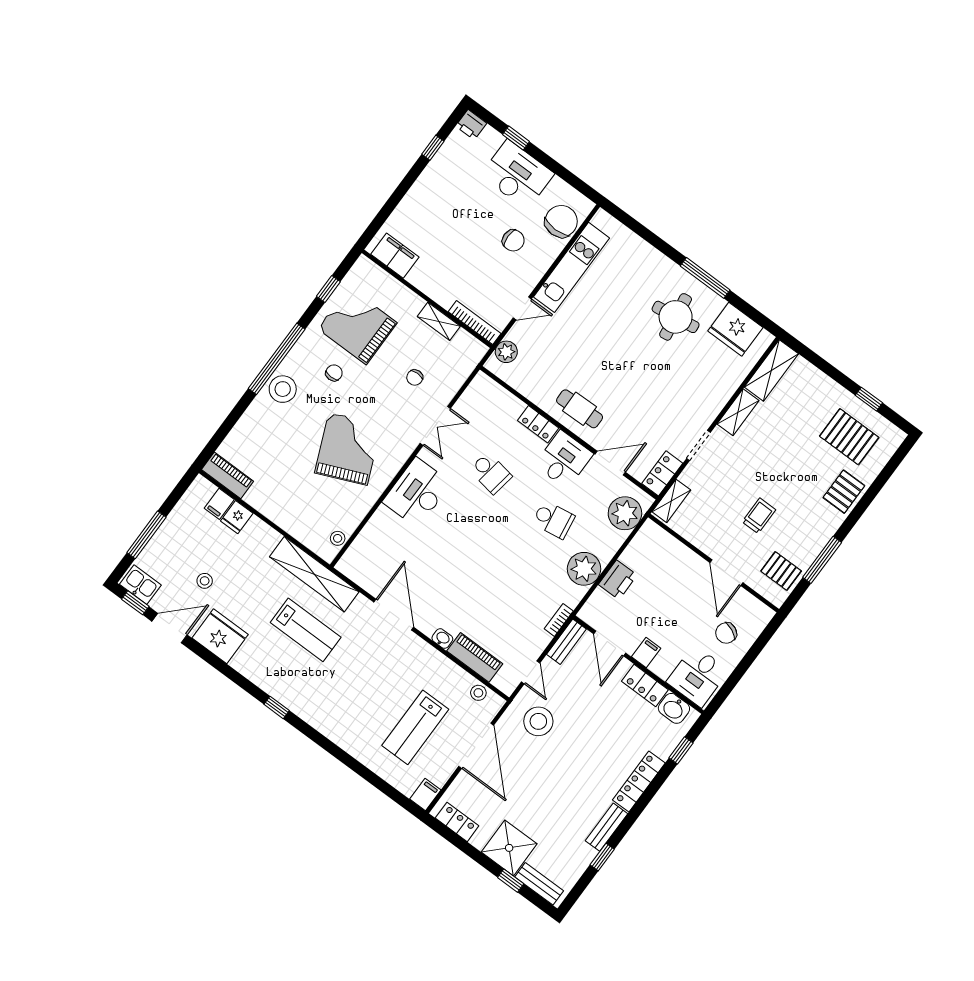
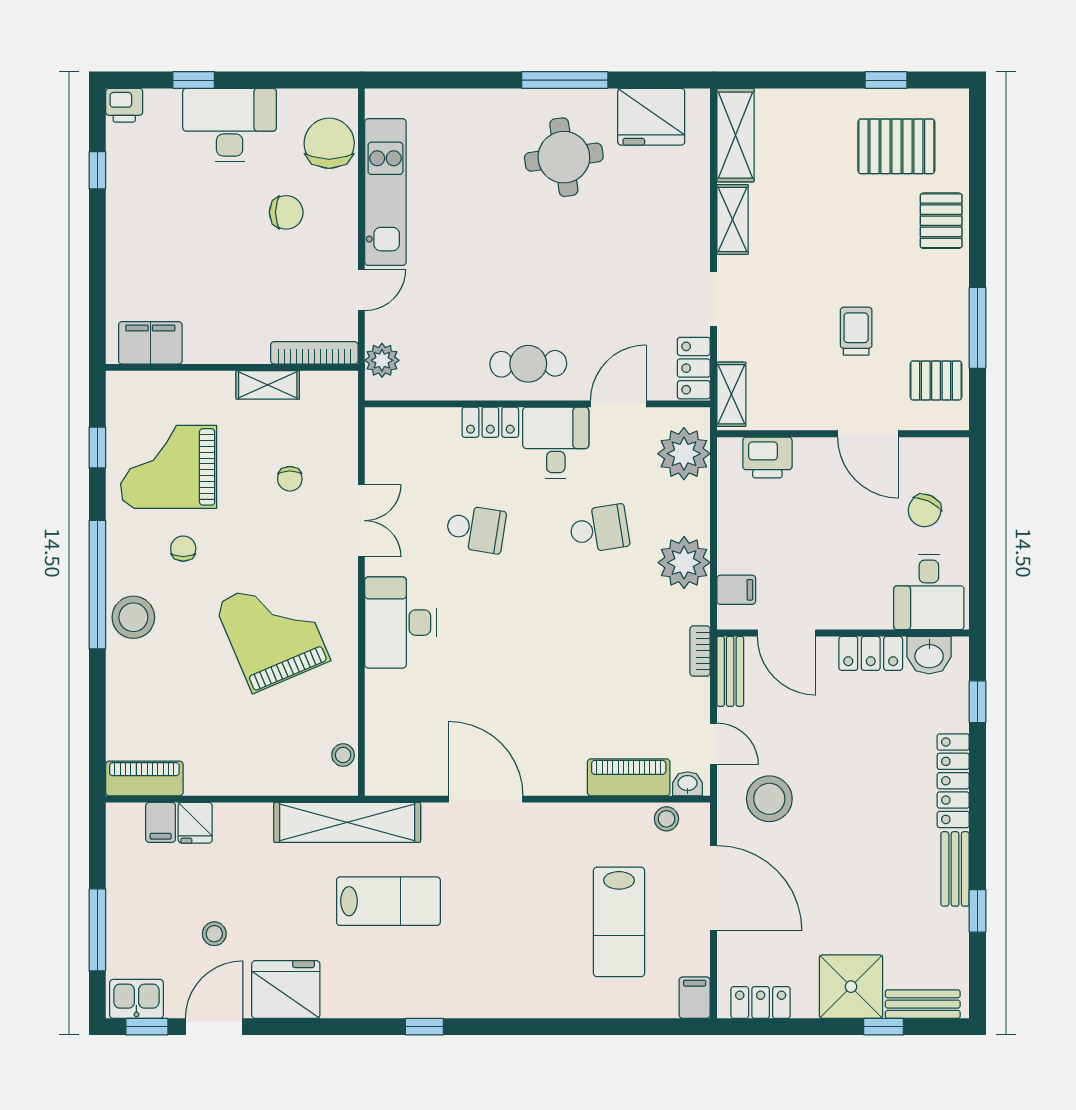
printer: (618, 580) -> (767, 457), moved, turned 90
washbasin: (442, 639) -> (687, 784), moved
filing cabinet: (646, 652) -> (736, 590), moved, turned 90

